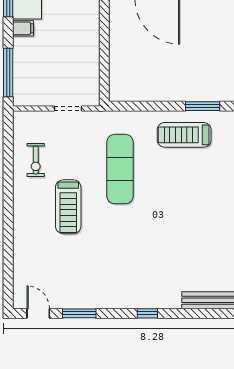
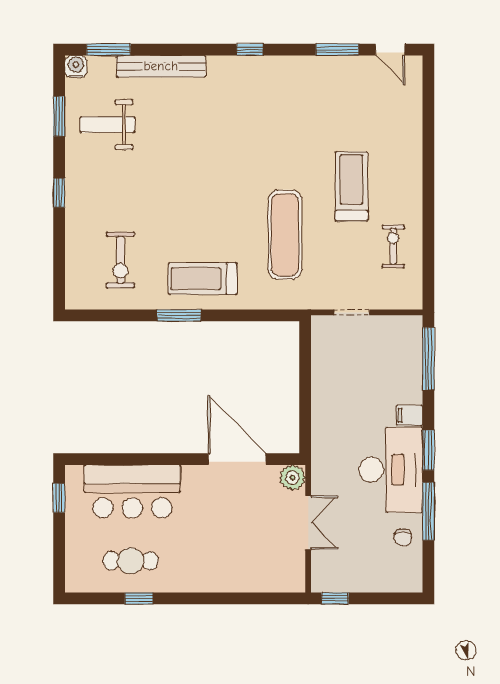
treadmill: (184, 135) -> (203, 279), turned 180

